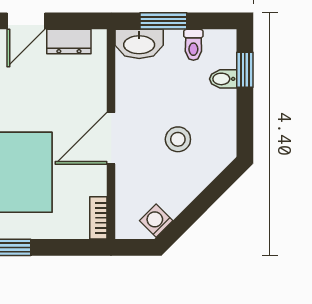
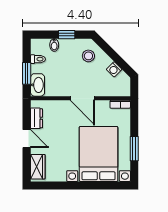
window: (245, 70) -> (67, 35), moved
stool: (178, 139) -> (88, 56), moved
washing machine: (156, 221) -> (114, 69), moved

